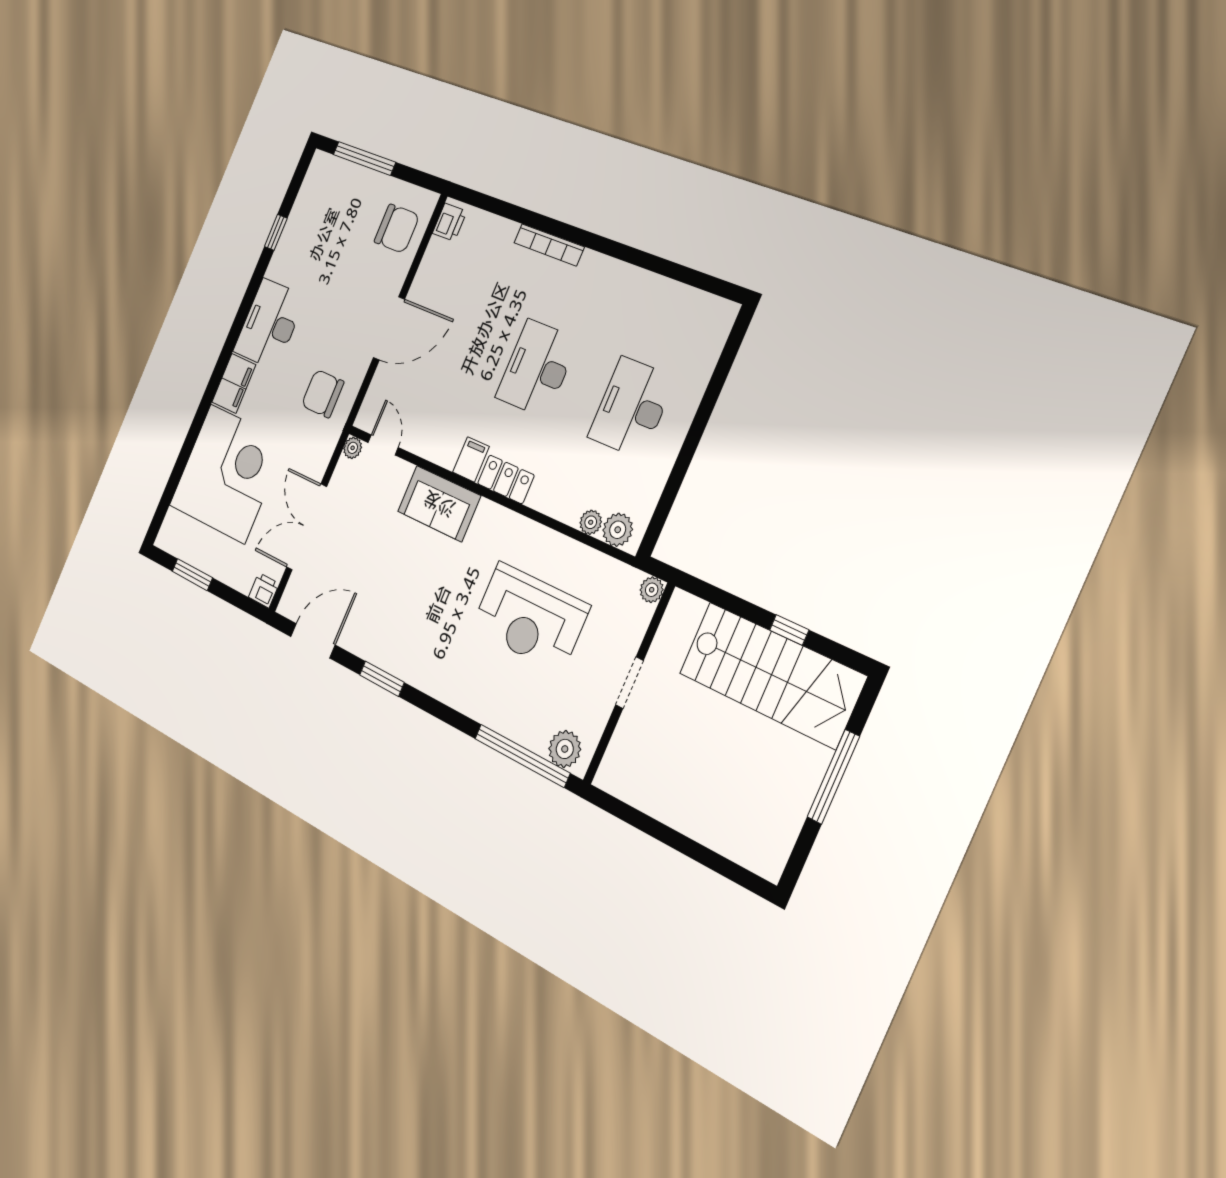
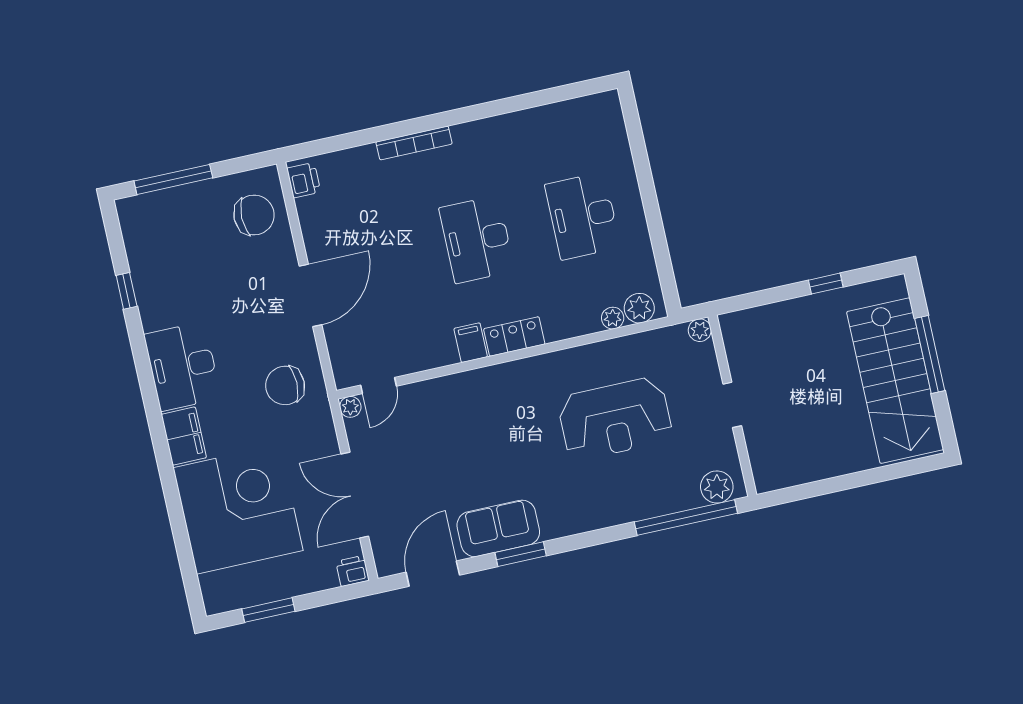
door: (383, 445) -> (379, 386), swing flipped
sofa: (439, 504) -> (498, 528), moved, turned 180
stairs: (772, 675) -> (895, 381), moved, turned 90

